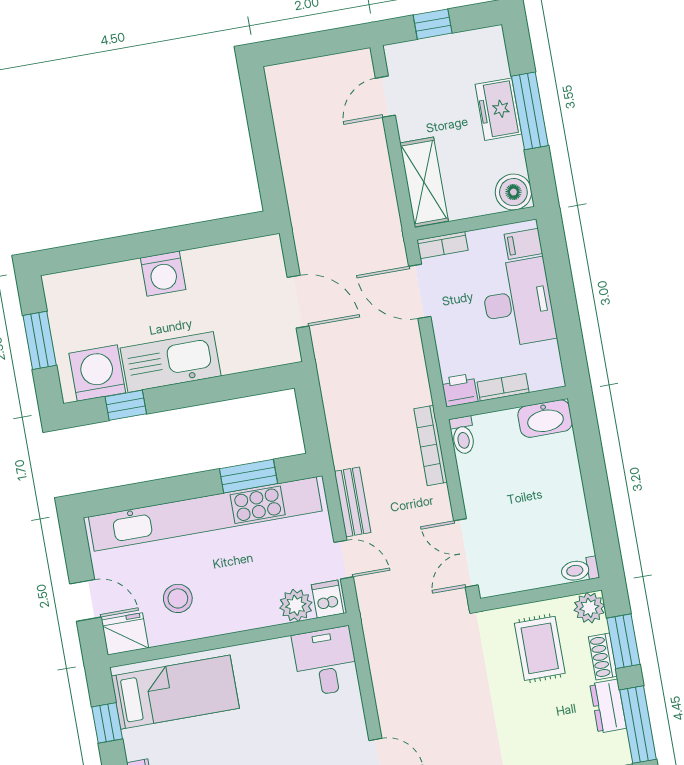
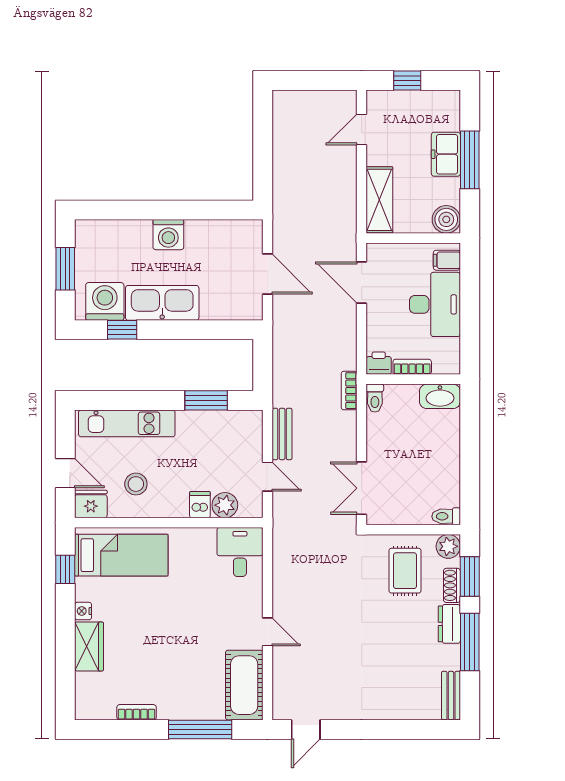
bookcase: (442, 245) -> (385, 250), removed
bookcase: (431, 446) -> (349, 391), width x0.64
kitchen unit: (205, 514) -> (127, 423), width x0.54
dishwasher: (327, 599) -> (200, 505), moved

